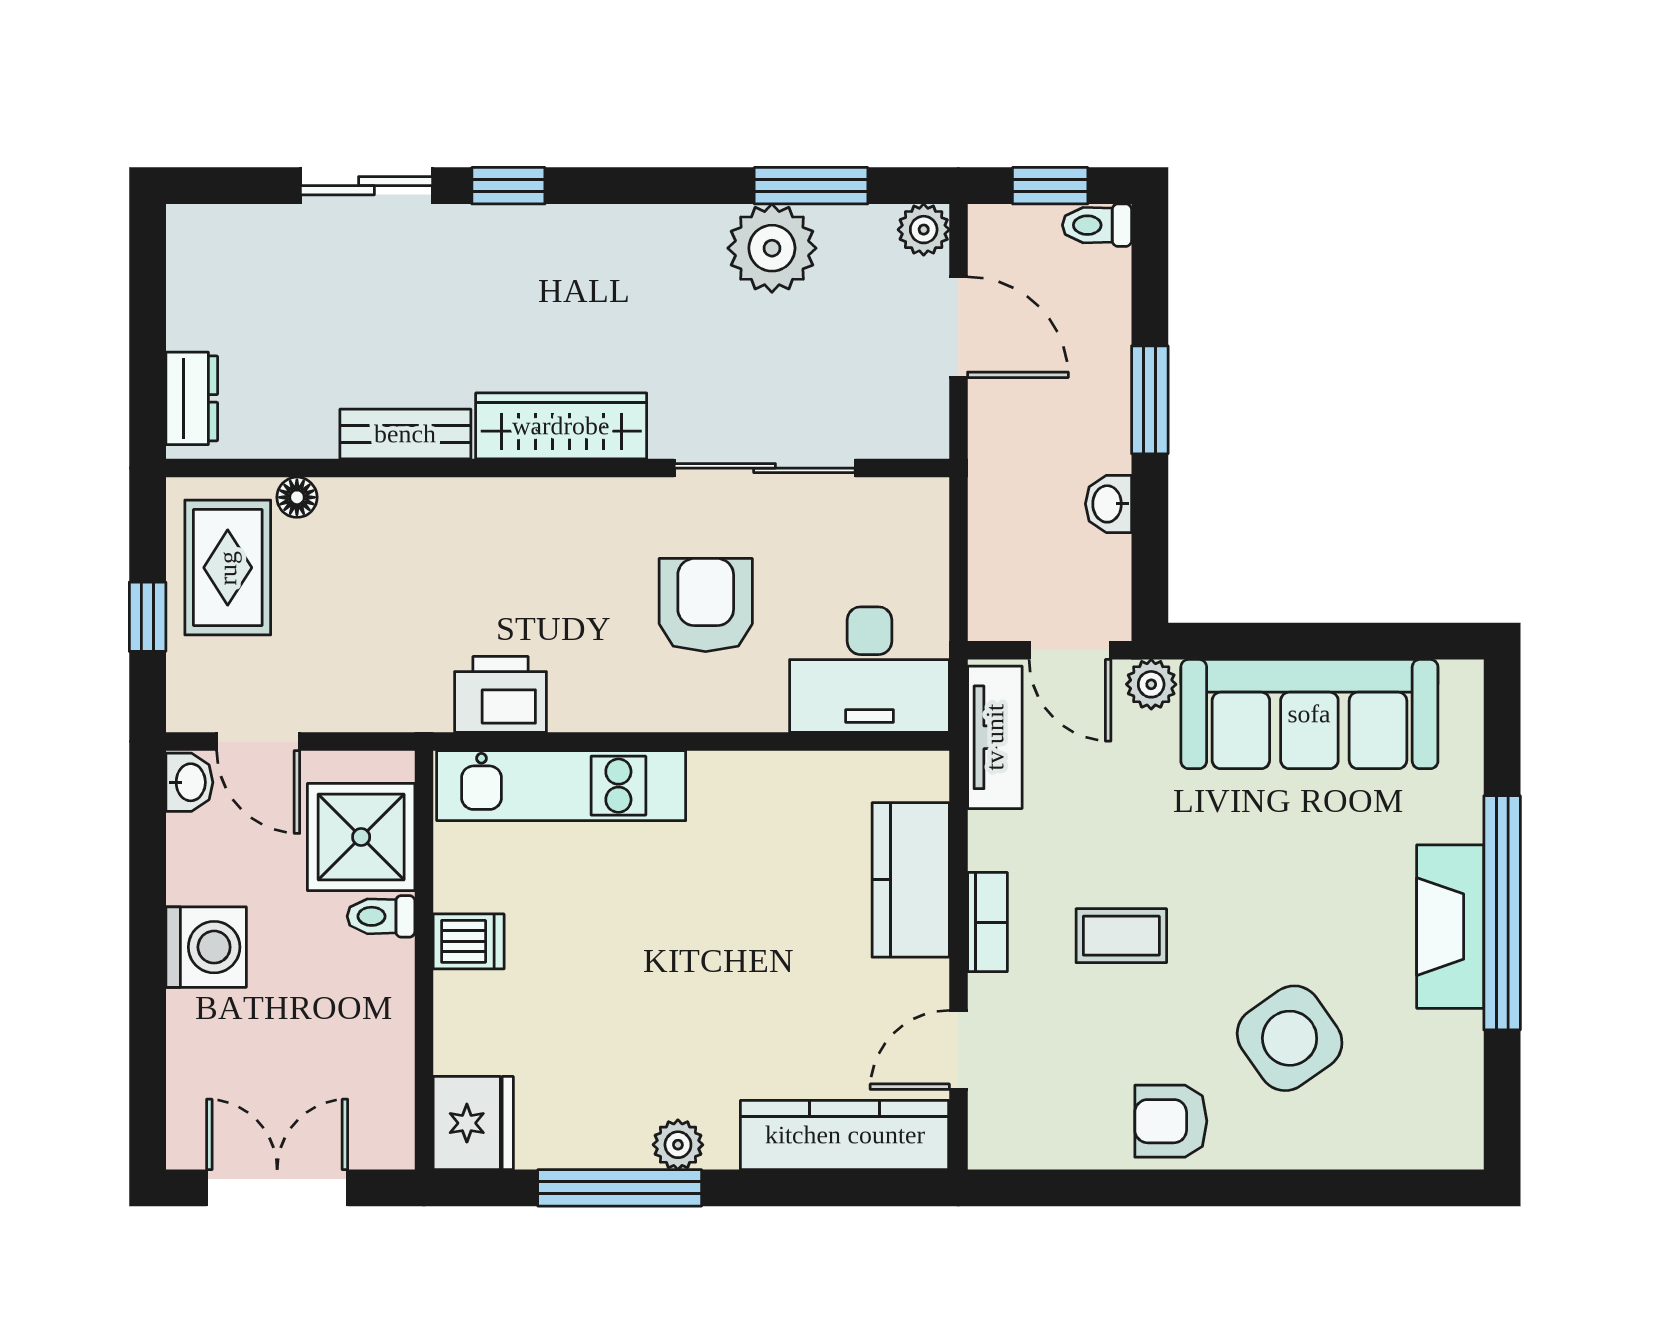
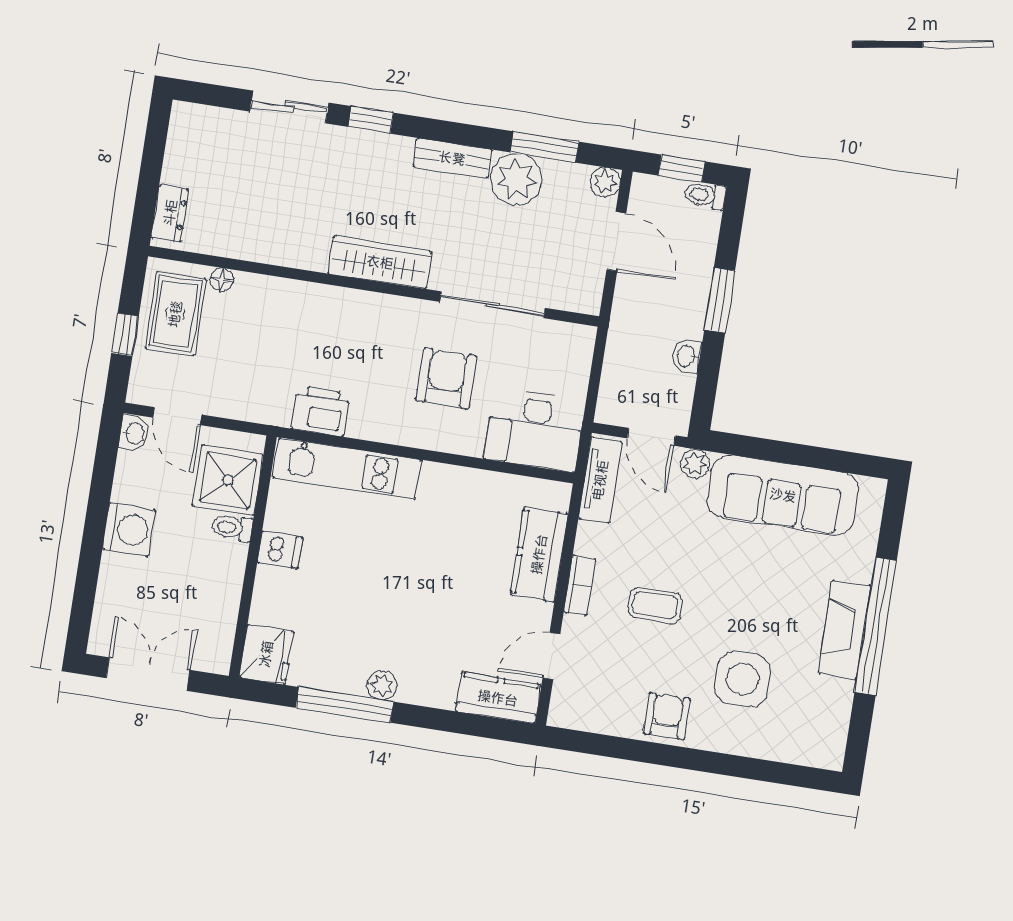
bench: (405, 434) -> (452, 158), moved
side table: (1290, 1038) -> (742, 679), turned 35
armchair: (1171, 1121) -> (667, 716), turned 90
kitchen counter: (845, 1135) -> (498, 698), width x0.67

